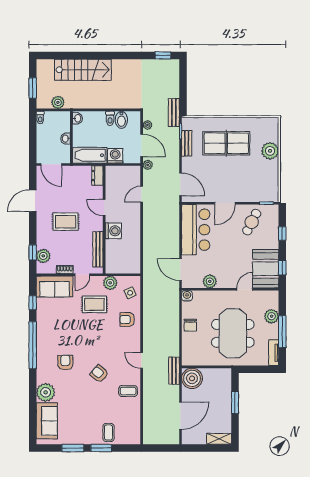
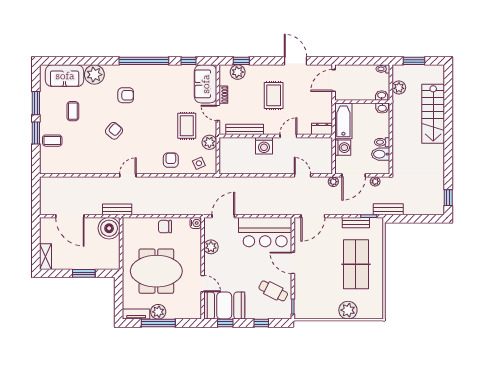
washbasin: (66, 139) -> (382, 95), moved
plant: (272, 316) -> (158, 312), moved
coffee table: (128, 391) -> (73, 111), moved

